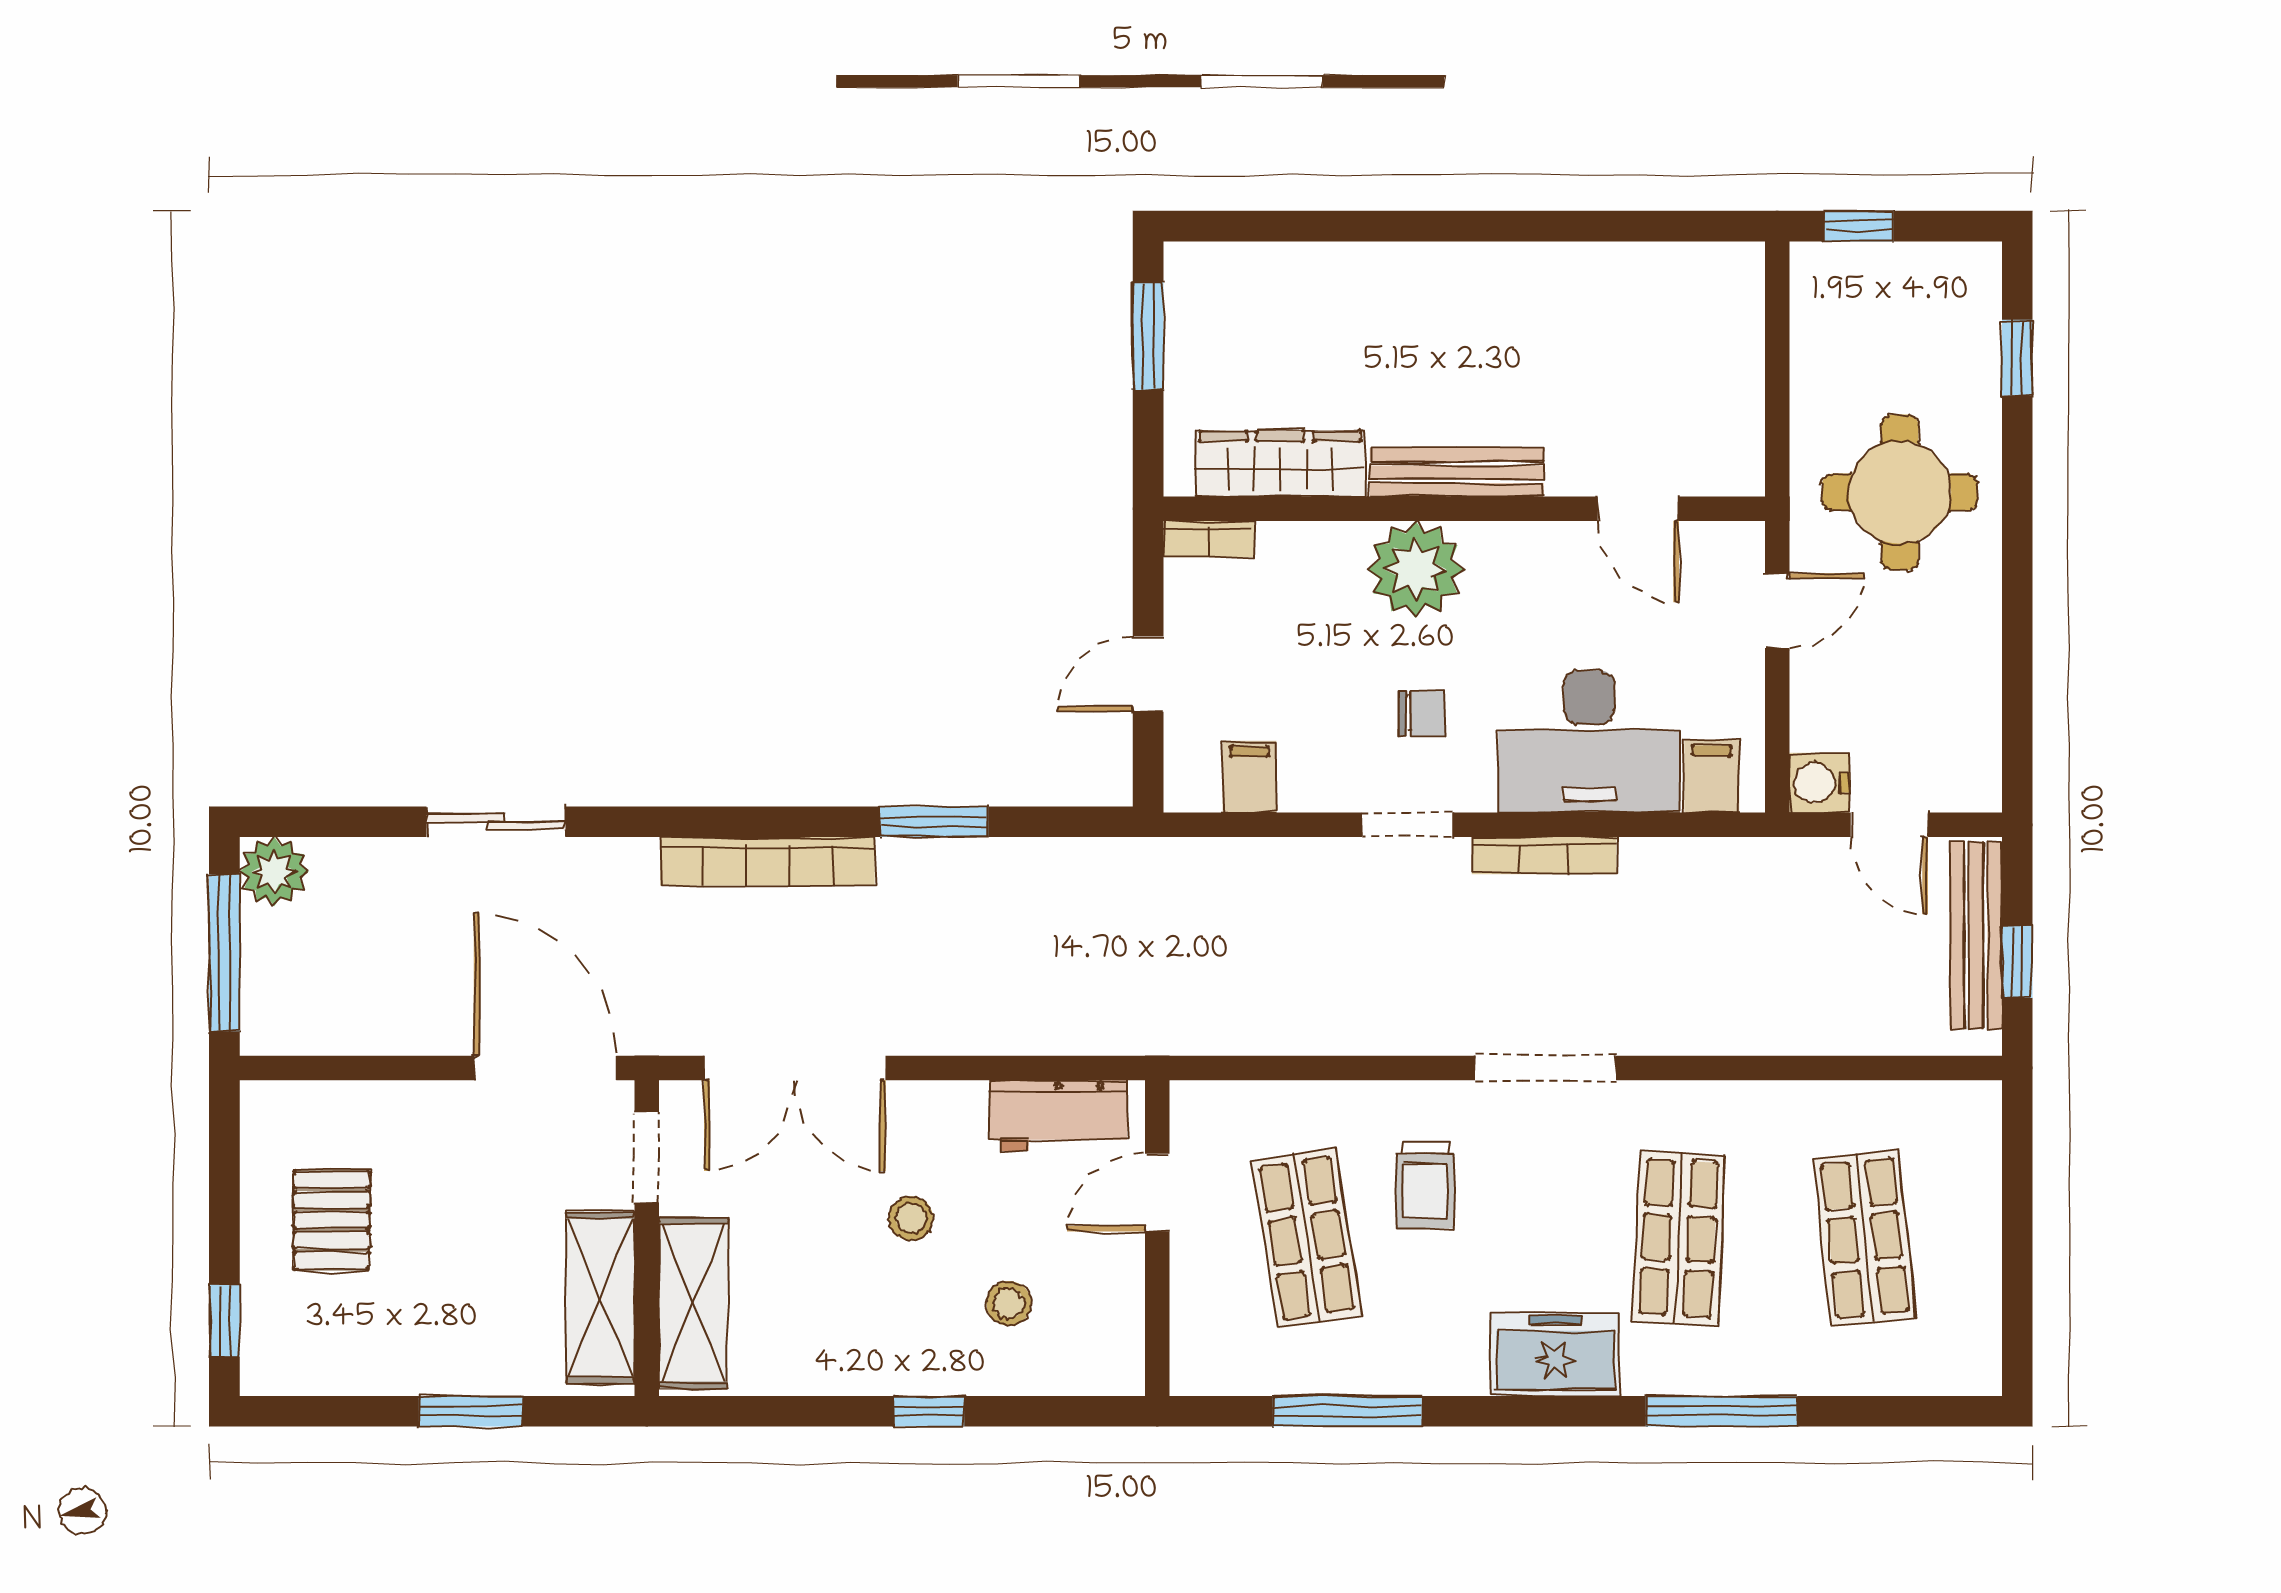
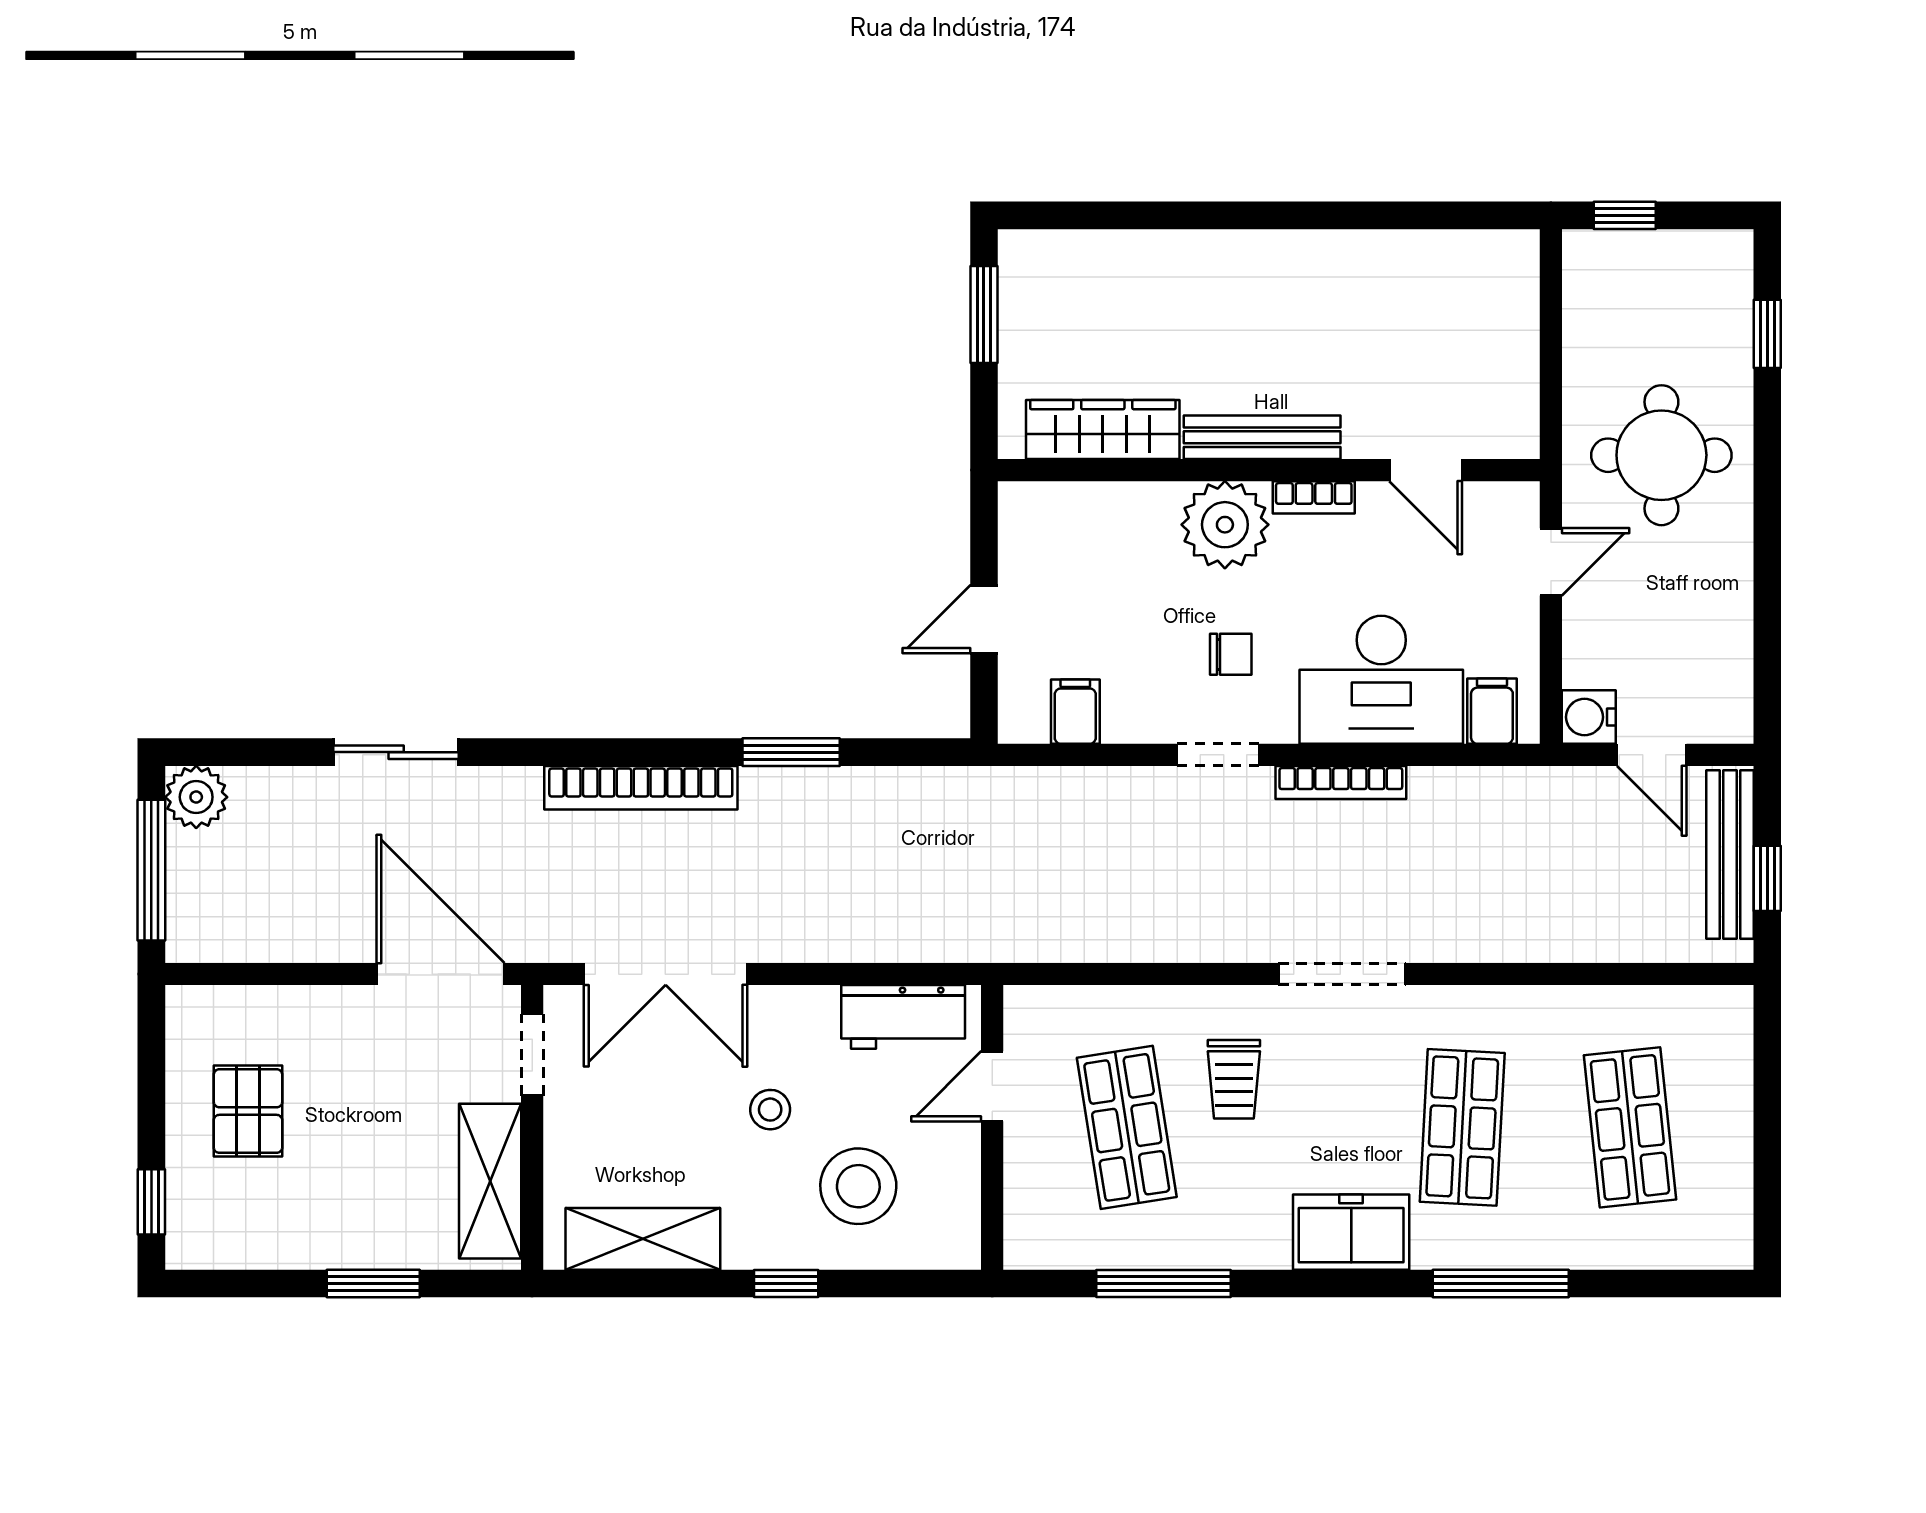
bookcase: (1209, 539) -> (1314, 497), moved
shelving: (693, 1303) -> (643, 1239), moved, turned 90
stool: (1009, 1303) -> (858, 1186), width x1.89, depth x1.89

